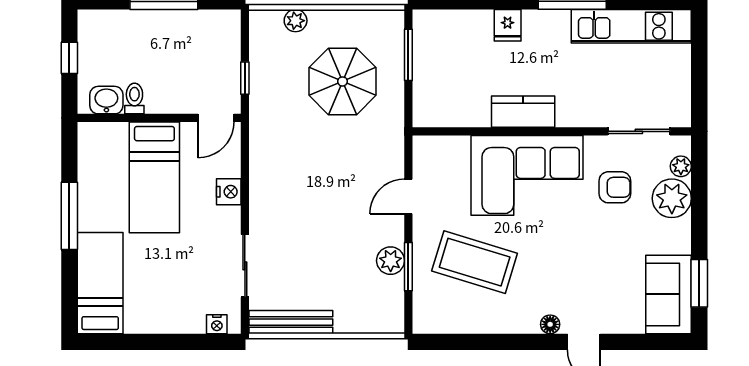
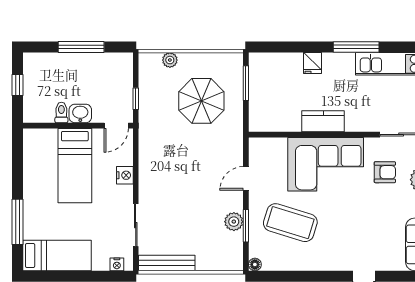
washbasin: (106, 100) -> (80, 113), moved
window: (69, 216) -> (18, 222), moved
bed: (100, 283) -> (57, 255), moved, turned 90
floor lamp: (550, 324) -> (255, 264), moved

